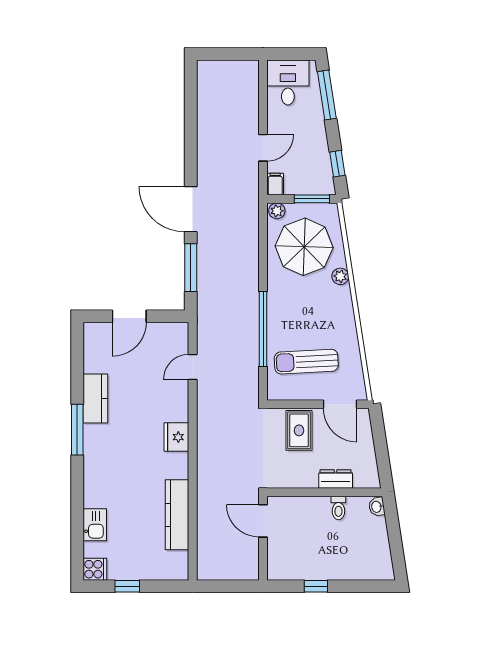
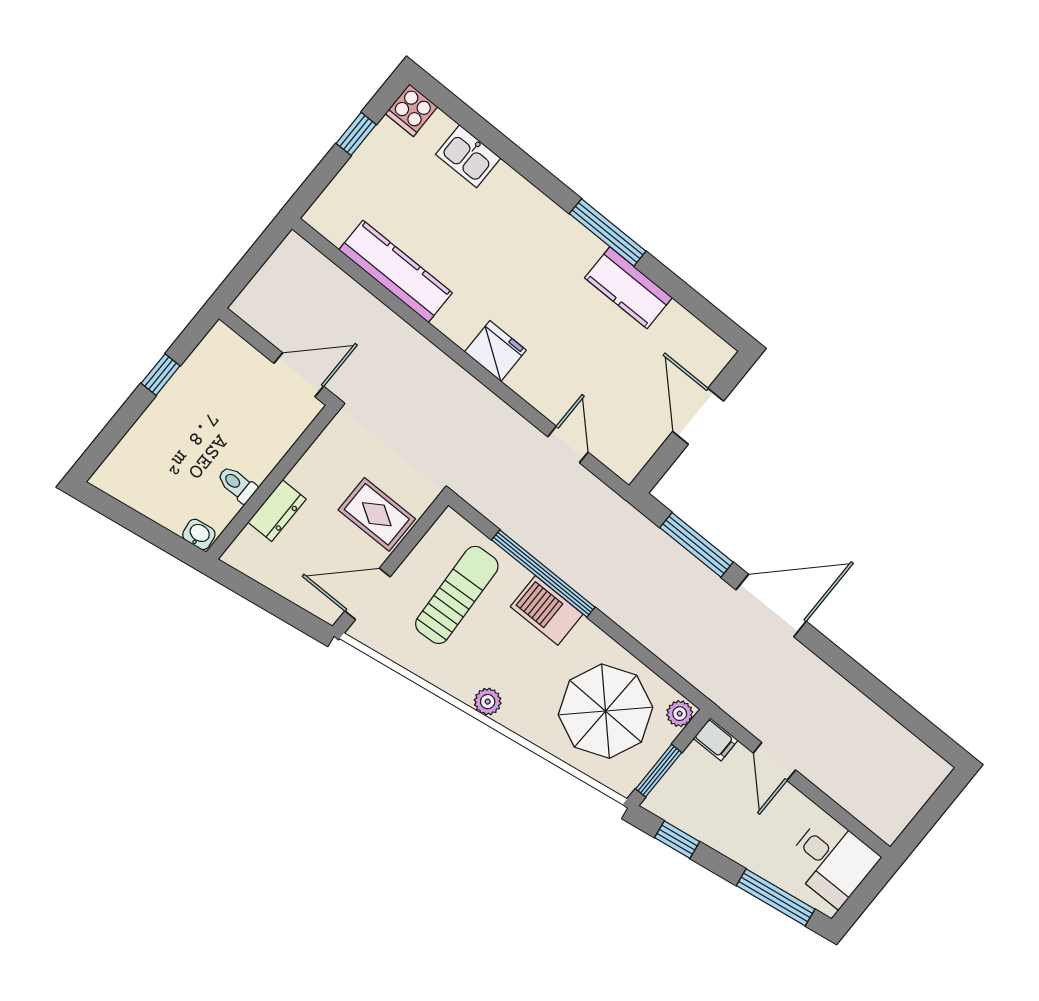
plant: (340, 276) -> (488, 702), moved
barbecue: (279, 313) -> (547, 610), added

